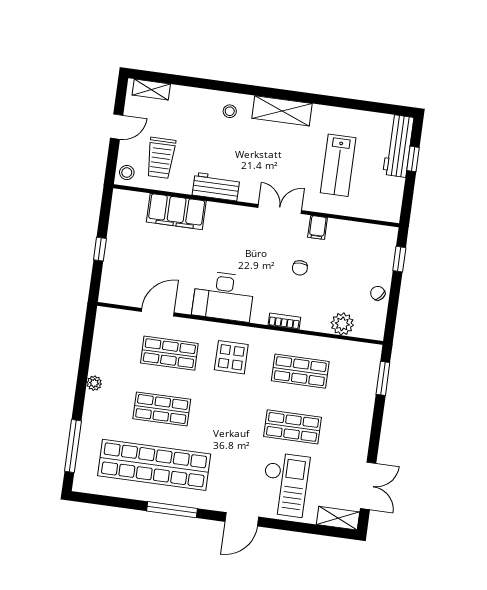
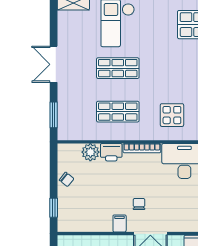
chair: (300, 268) -> (139, 204), moved
printer: (316, 320) -> (111, 152), added
bookcase: (284, 321) -> (142, 148), width x1.56
double door: (368, 486) -> (54, 64), moved

